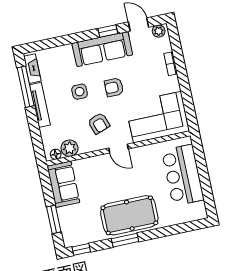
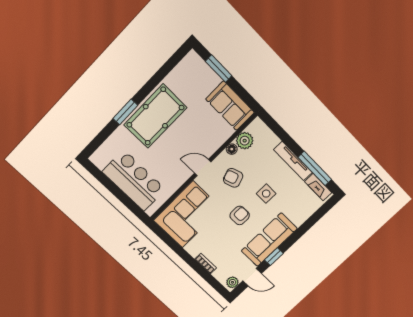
floor lamp: (56, 154) -> (232, 149), moved
window: (125, 240) -> (125, 112), moved
window: (81, 249) -> (177, 57), removed

